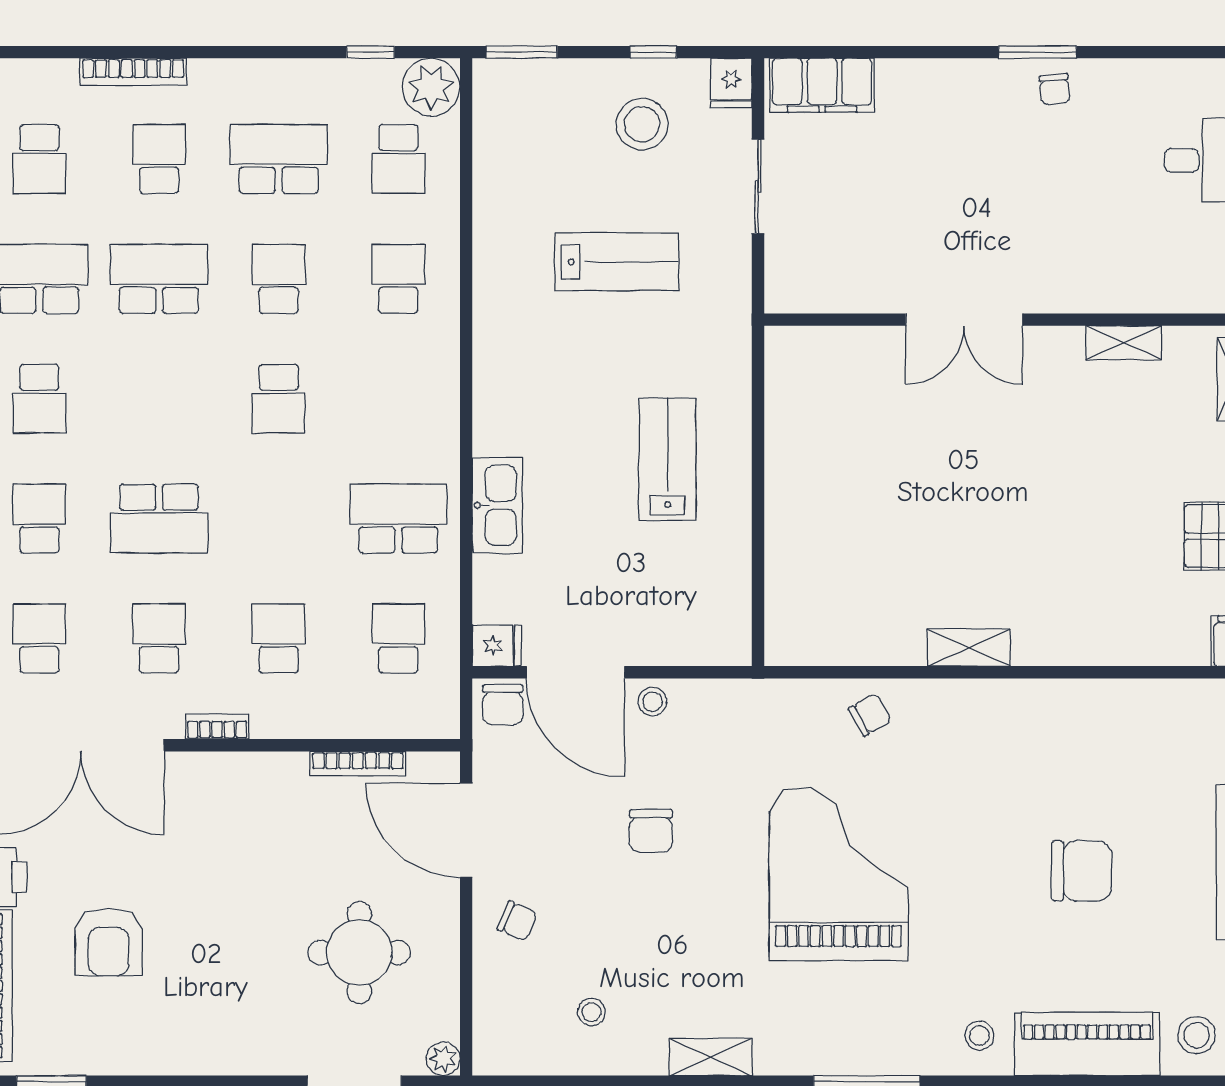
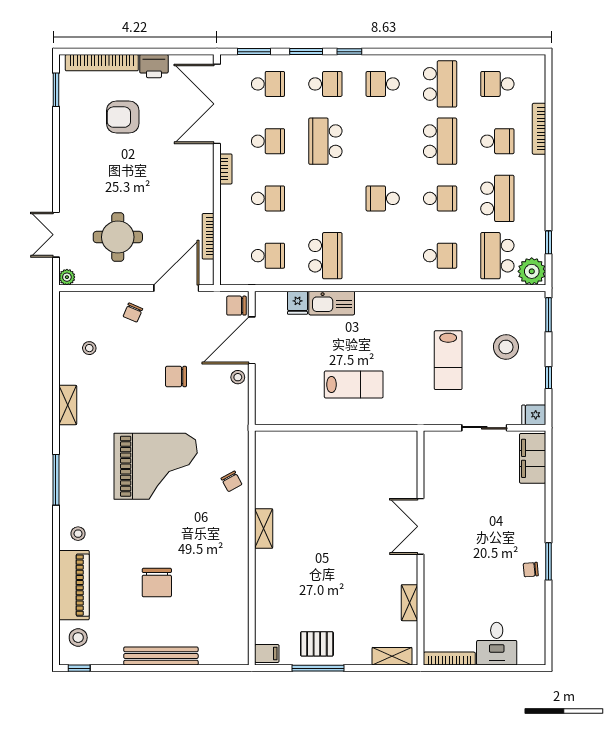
stool: (642, 124) -> (506, 347), moved
school desk: (398, 159) -> (497, 256), width x1.85
fridge: (497, 646) -> (298, 303), moved

